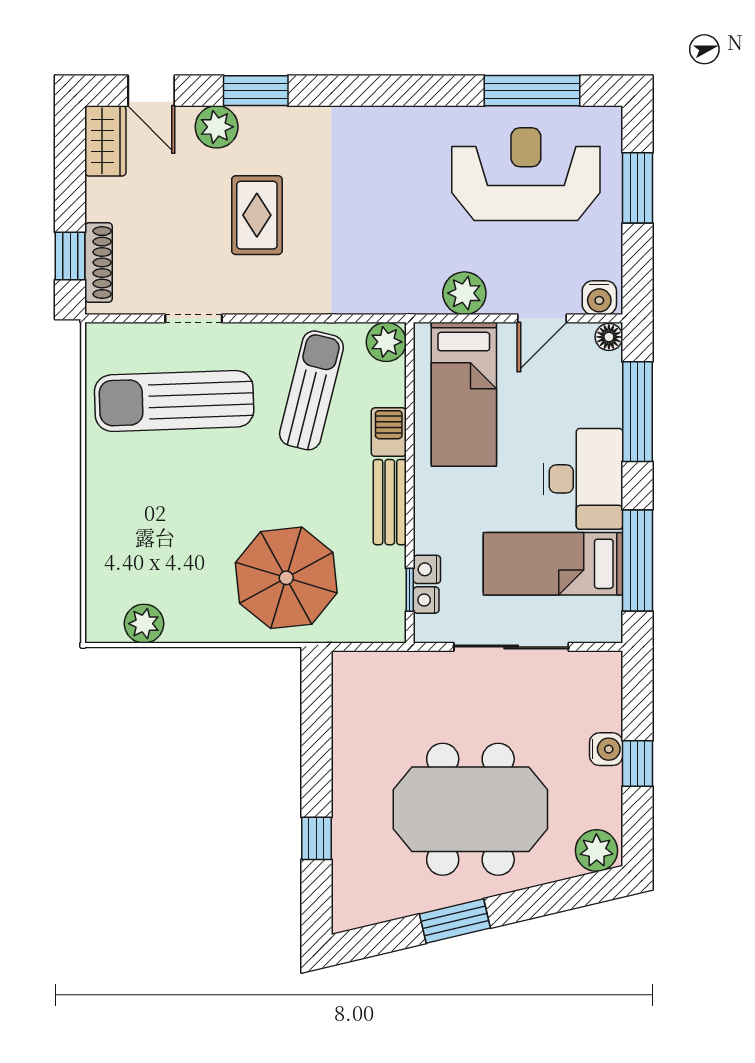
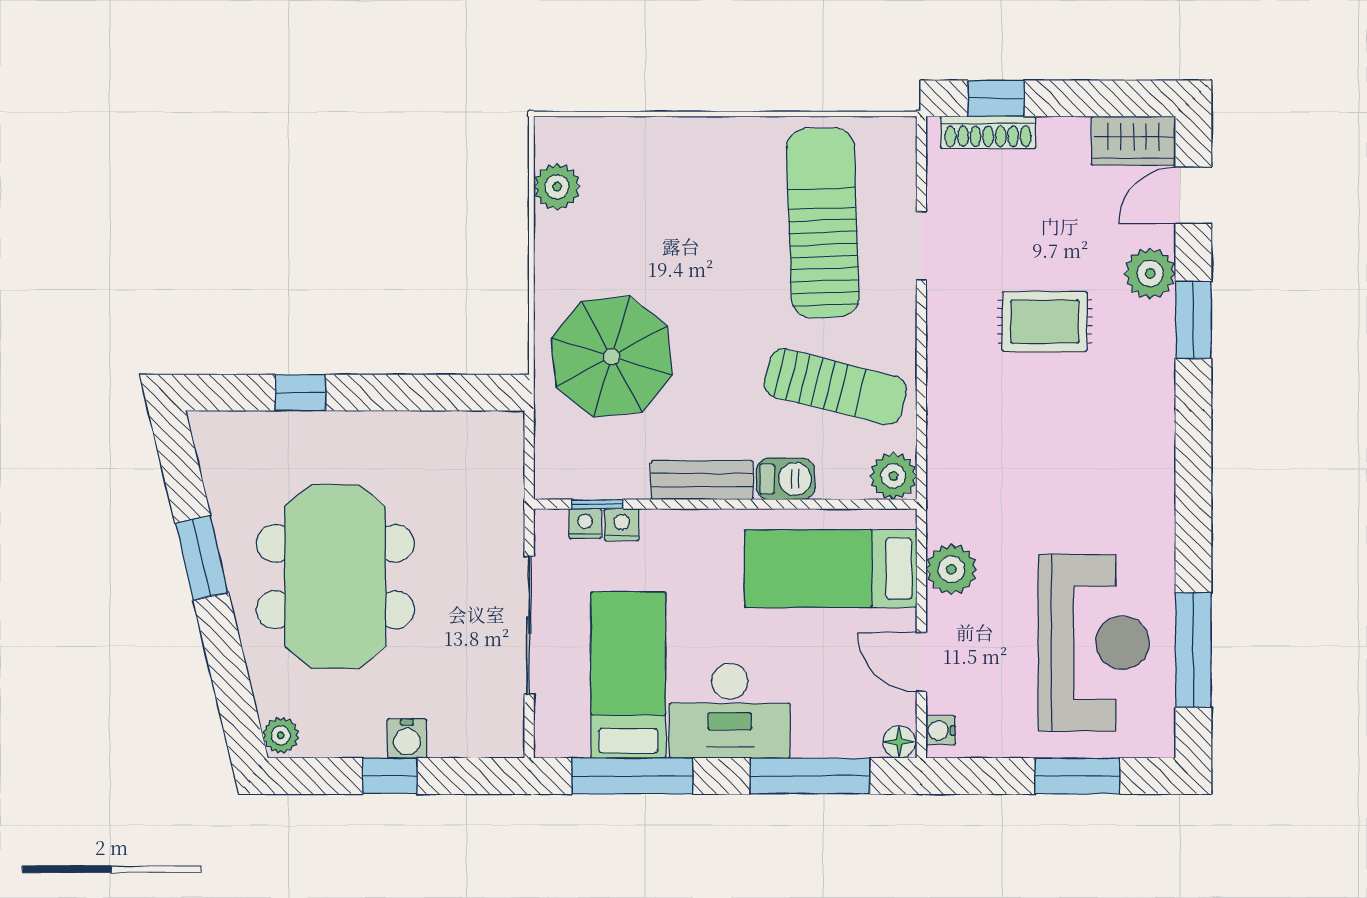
water cooler: (599, 298) -> (941, 730), width x0.72, depth x0.72
plant: (597, 851) -> (281, 735), width x0.73, depth x0.73

